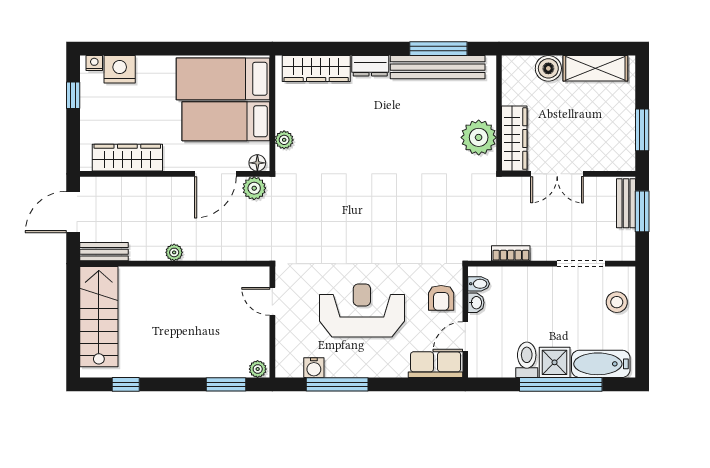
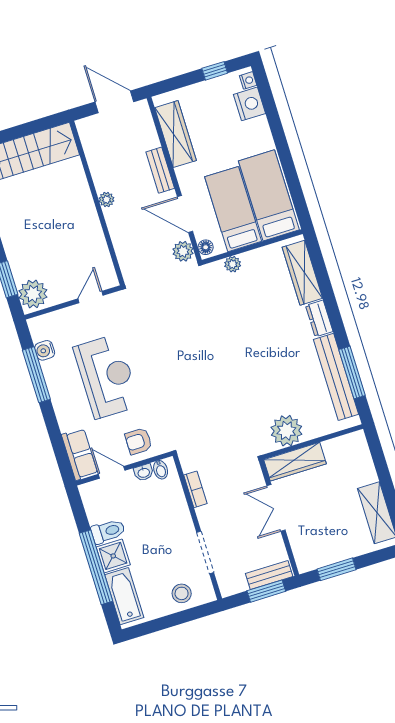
boiler: (548, 68) -> (364, 472), removed
bench: (104, 252) -> (160, 170), moved
plant: (258, 369) -> (33, 294), width x1.88, depth x1.88

